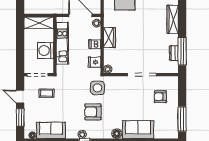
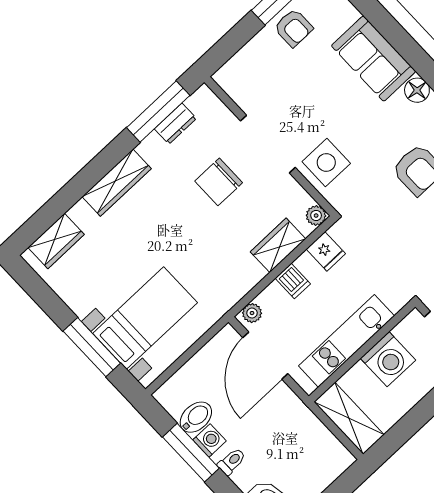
wardrobe: (109, 38) -> (278, 245), moved
chair: (145, 50) -> (219, 182), added
side table: (97, 88) -> (326, 162), moved
armchair: (160, 97) -> (293, 28), moved

